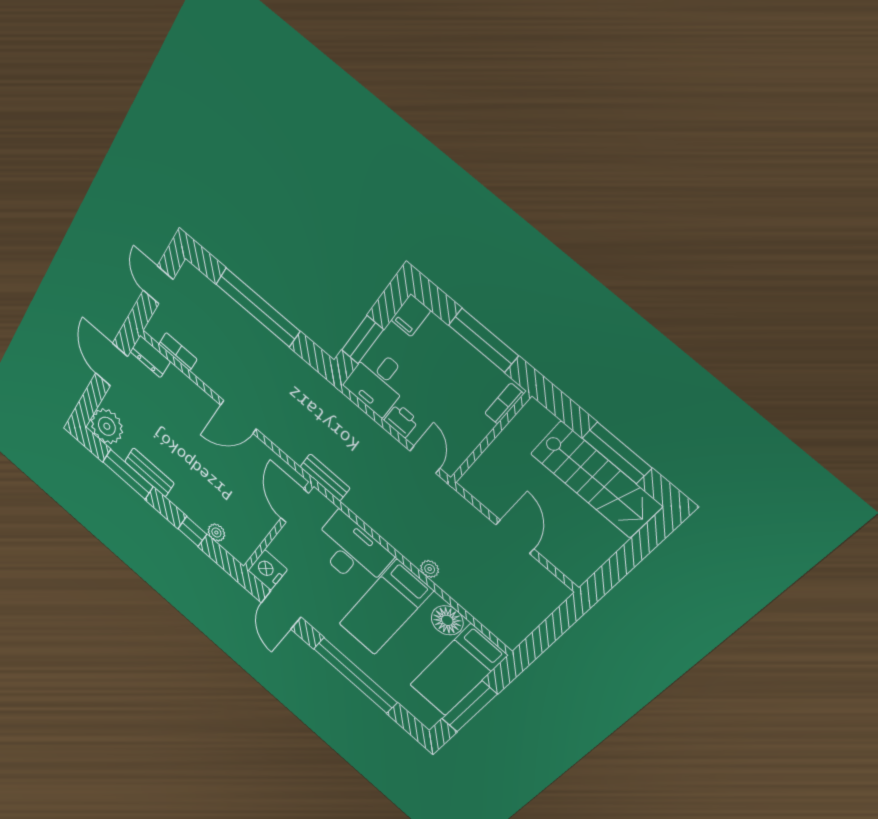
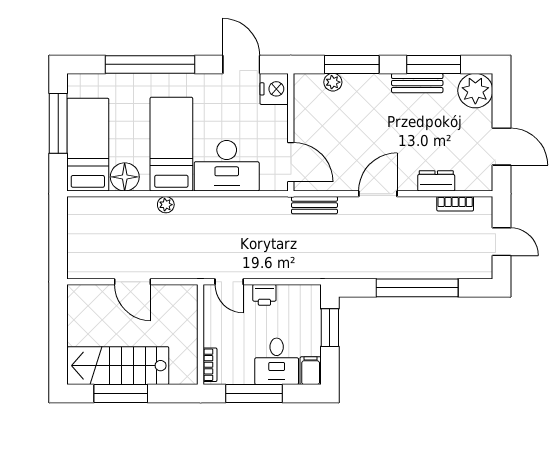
dresser: (150, 357) -> (436, 181), moved
desk: (378, 382) -> (277, 361), moved, turned 180
bench: (325, 478) -> (314, 205), moved
window: (192, 531) -> (352, 64), width x2.17

